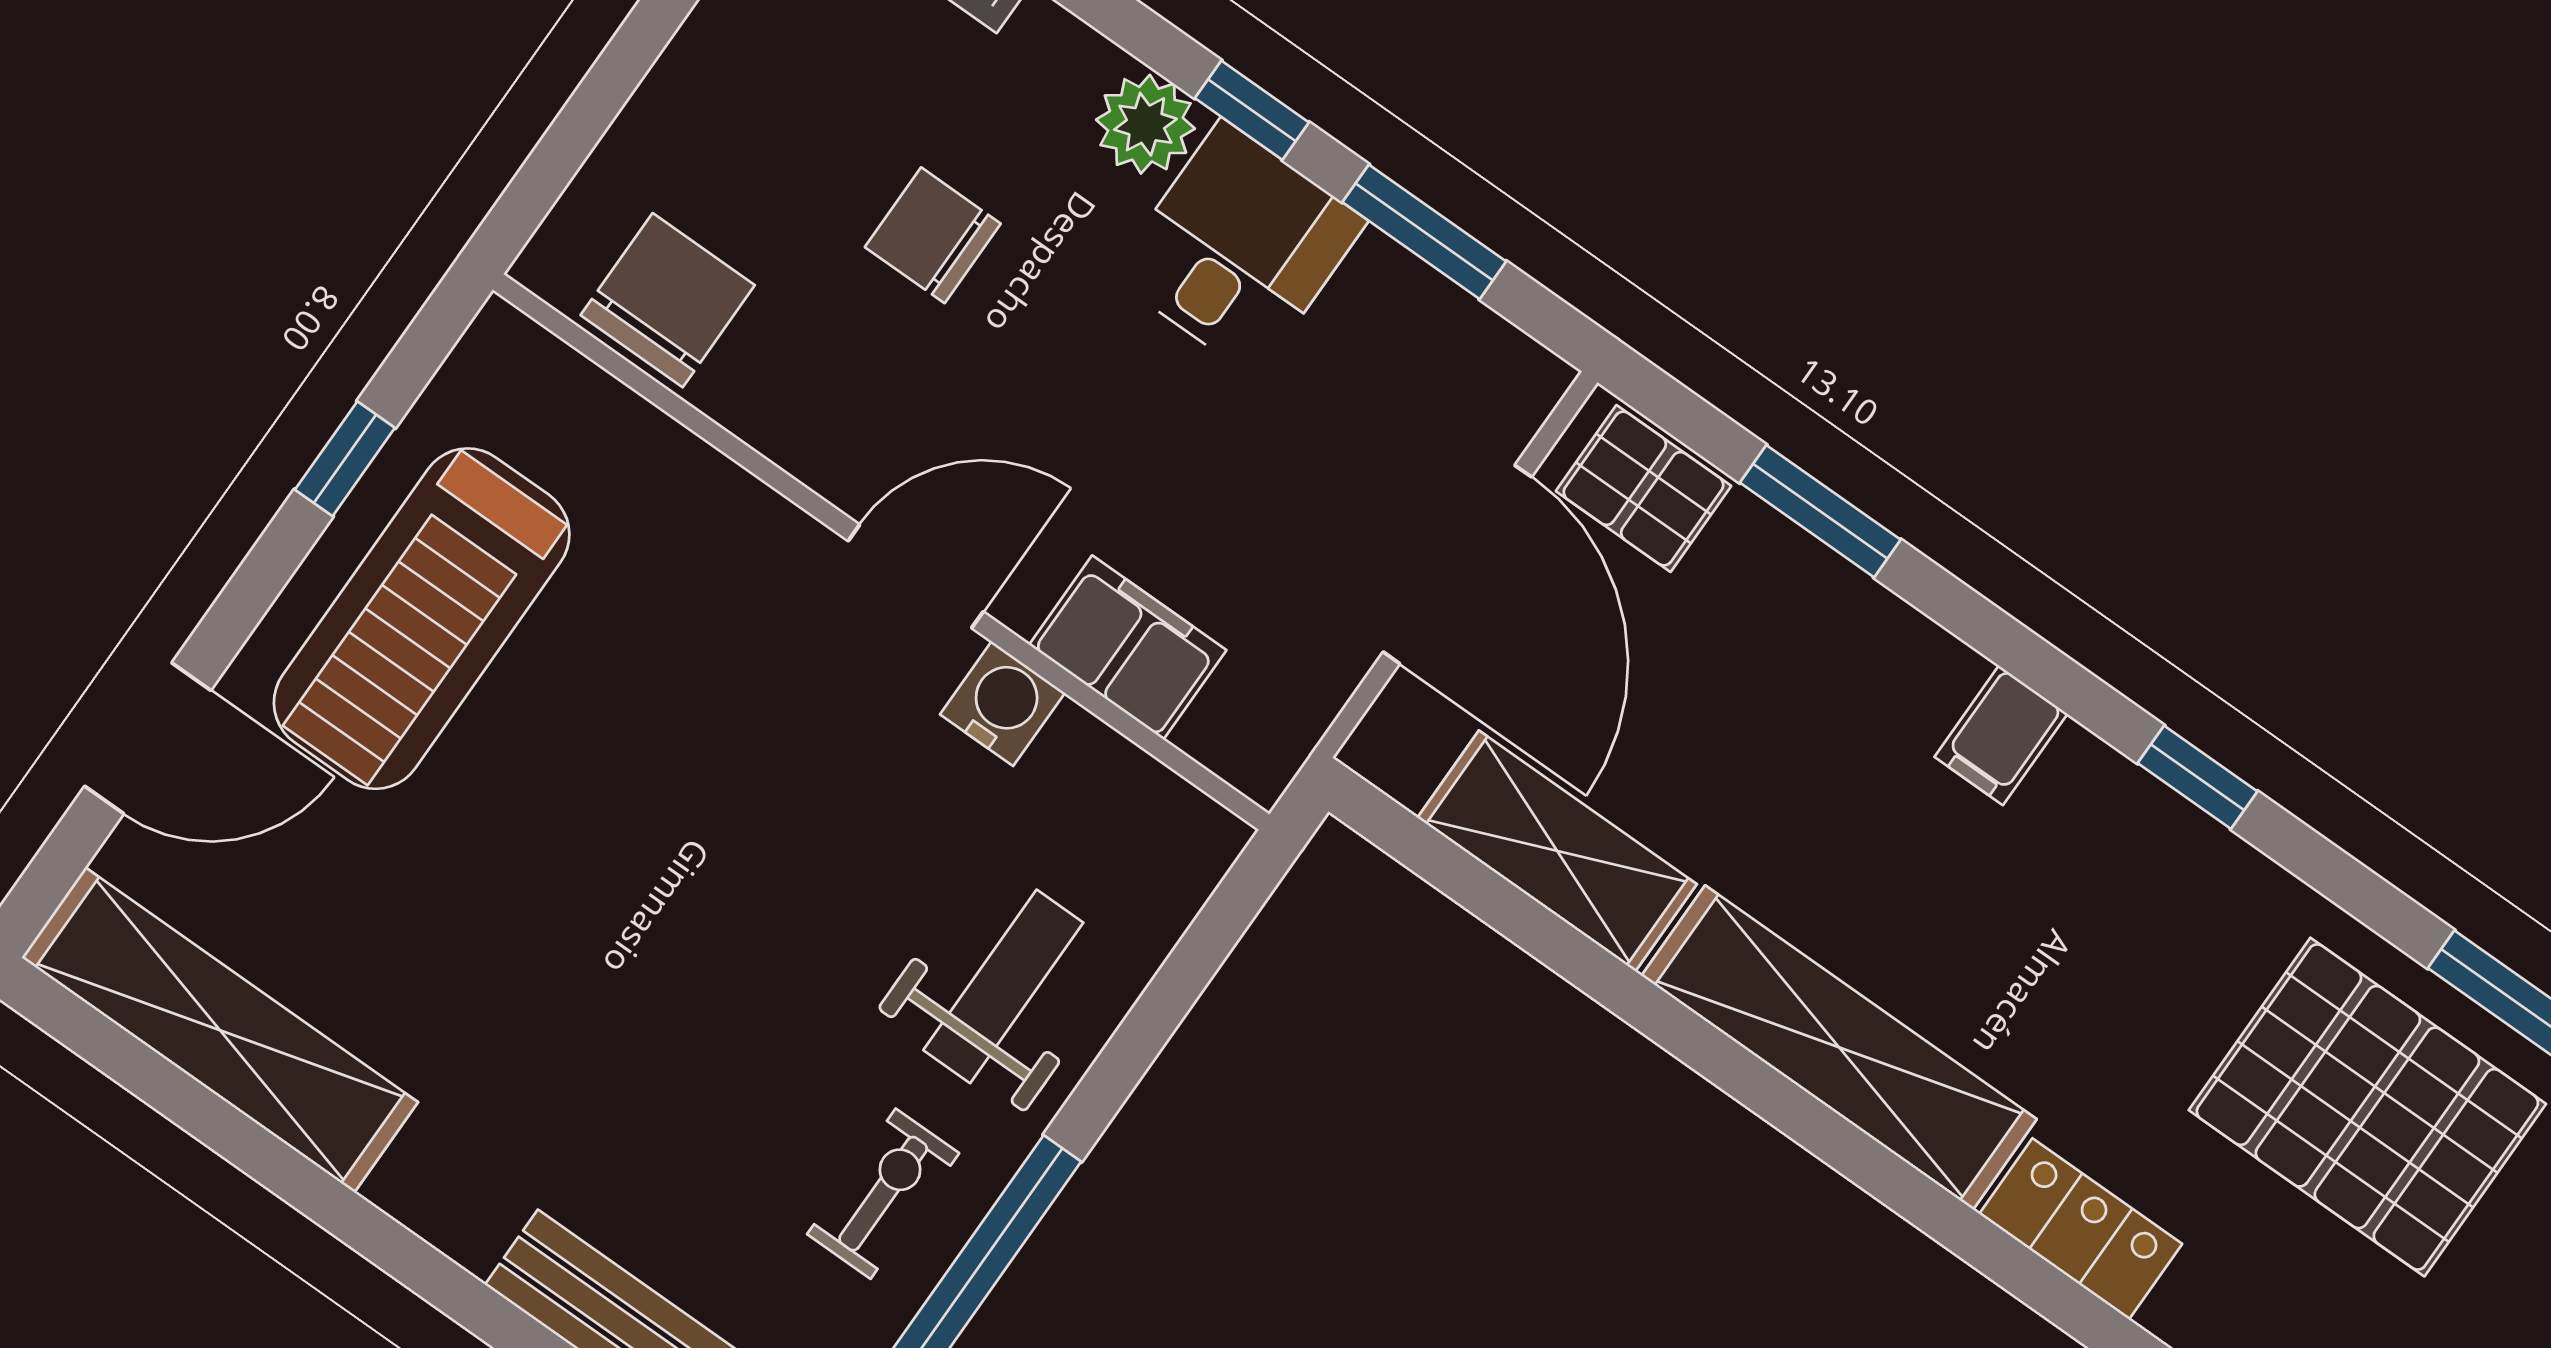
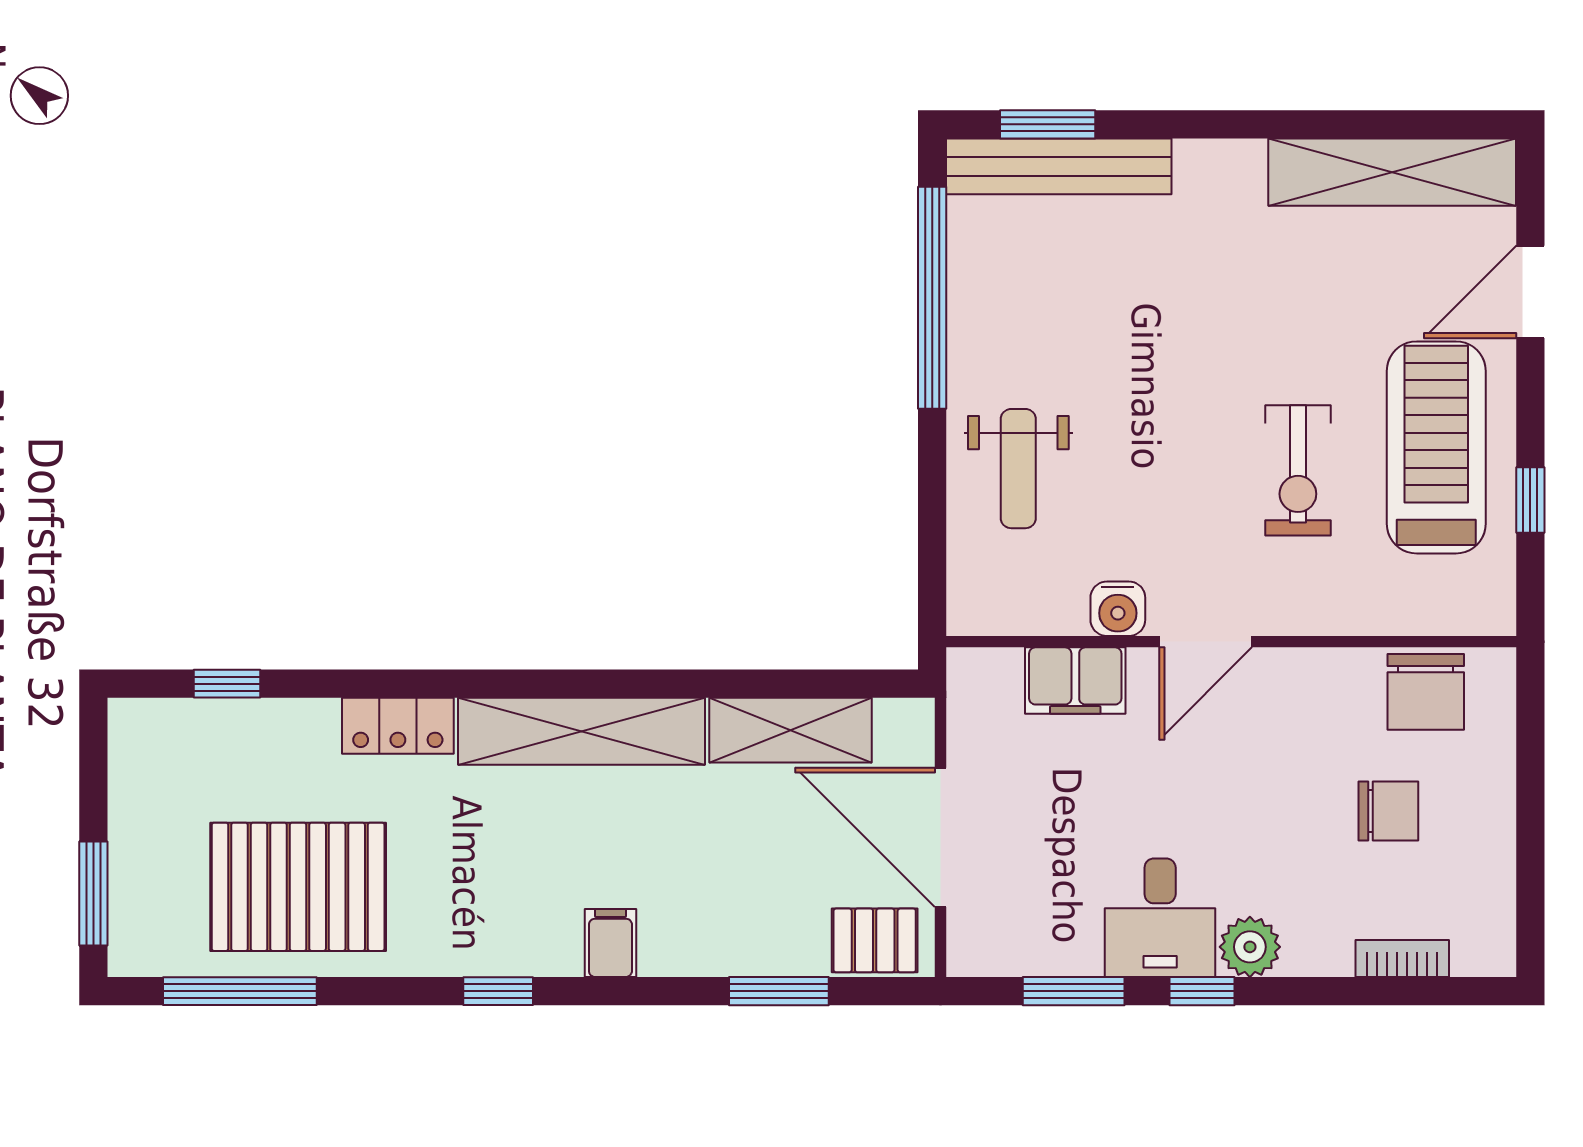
chair: (933, 235) -> (1388, 811), moved
exercise bike: (883, 1194) -> (1298, 470), moved, width x1.38, depth x1.39

